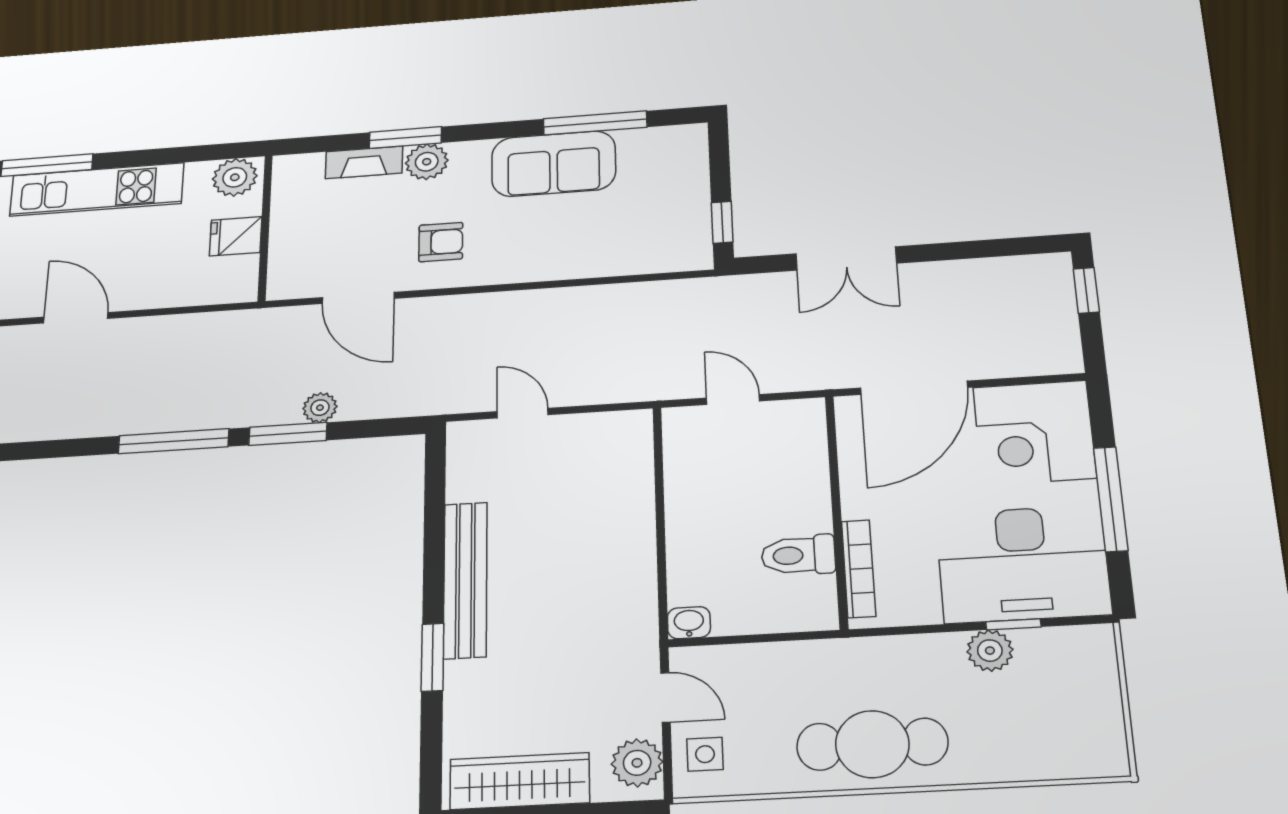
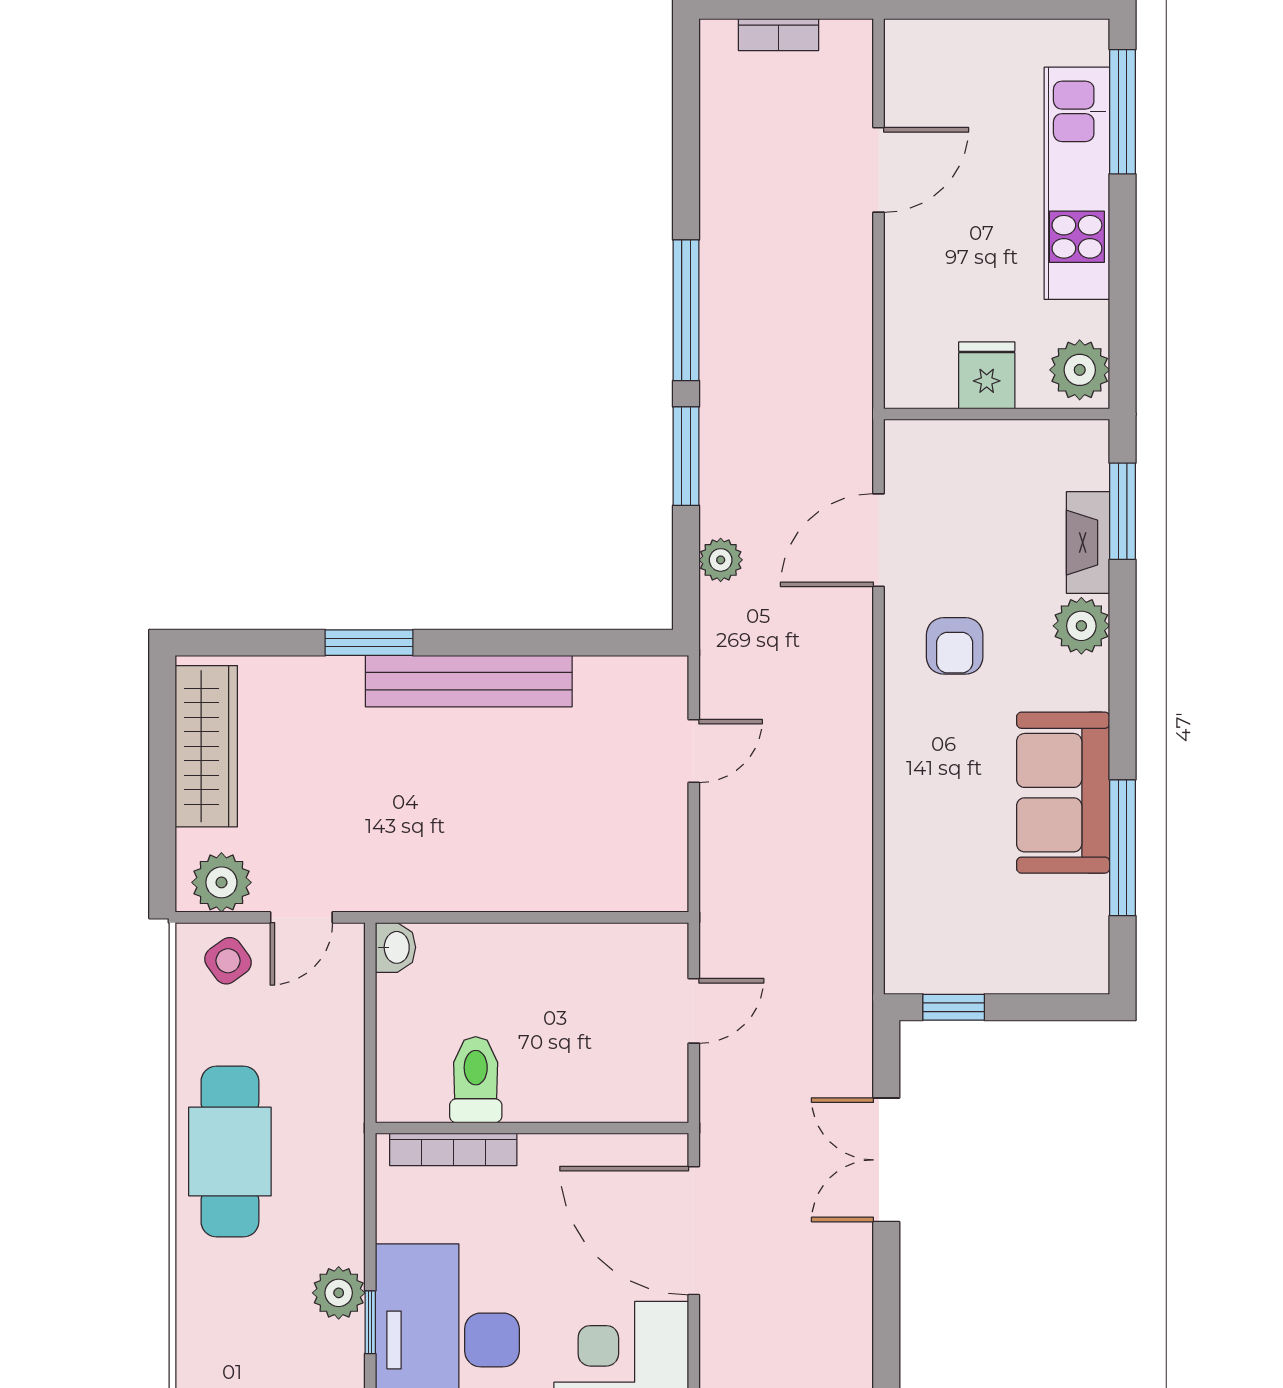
window: (405, 138) -> (1123, 511), moved
plant: (320, 408) -> (721, 560), moved
side table: (705, 754) -> (228, 961), turned -36

